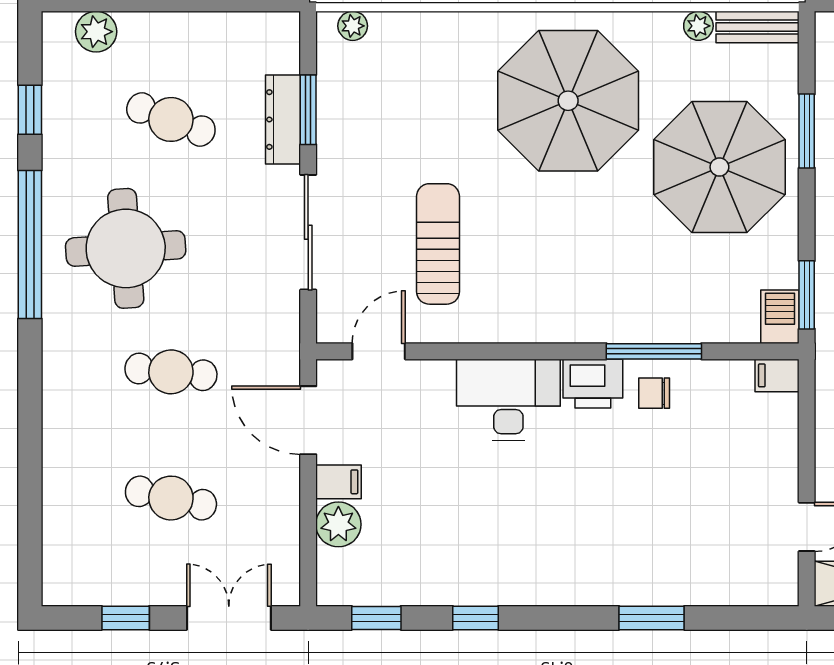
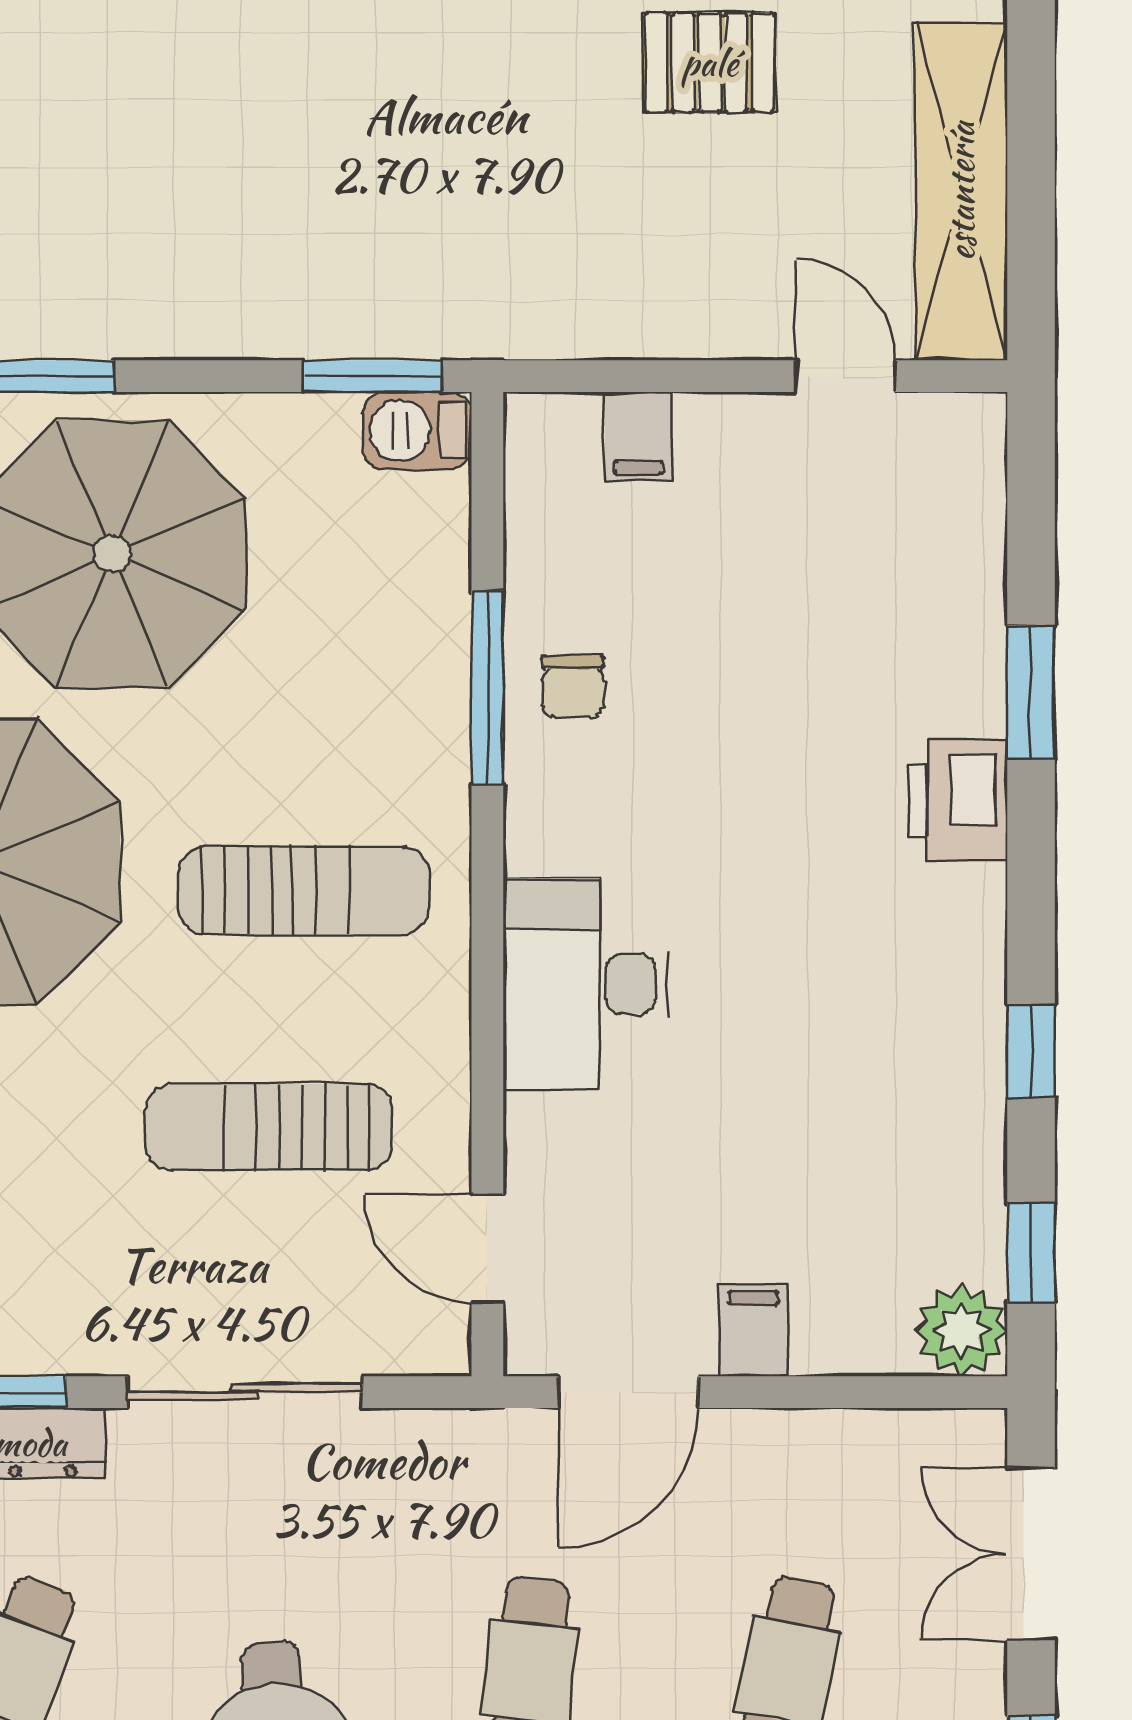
sun lounger: (554, 261) -> (304, 890), added
filing cabinet: (777, 375) -> (638, 436), moved
printer: (593, 384) -> (957, 801), moved, turned 180
plant: (338, 524) -> (961, 1330), moved

